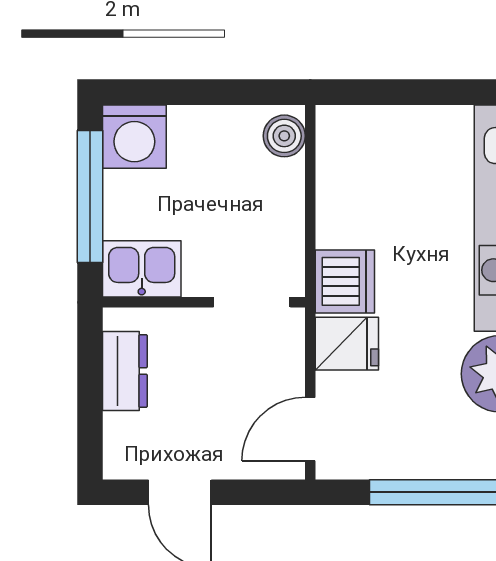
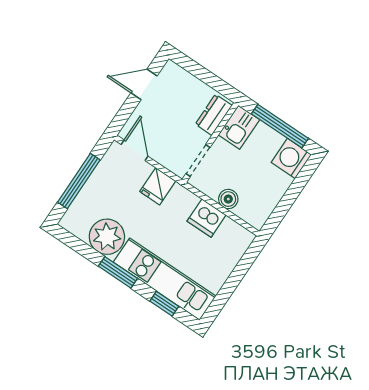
boiler: (284, 136) -> (228, 199), moved
dishwasher: (345, 281) -> (207, 218), moved
dresser: (125, 371) -> (214, 115), moved, turned 90

